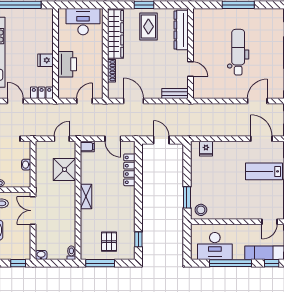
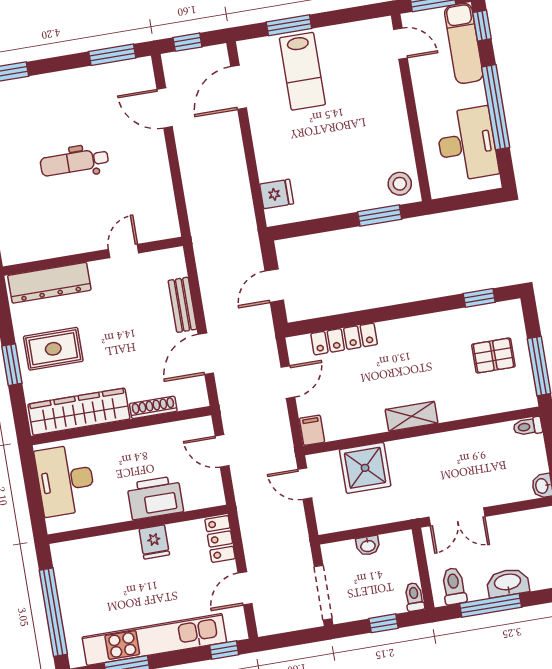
dental chair: (238, 52) -> (74, 162), width x0.73, depth x0.72
bench: (175, 93) -> (183, 305), moved

